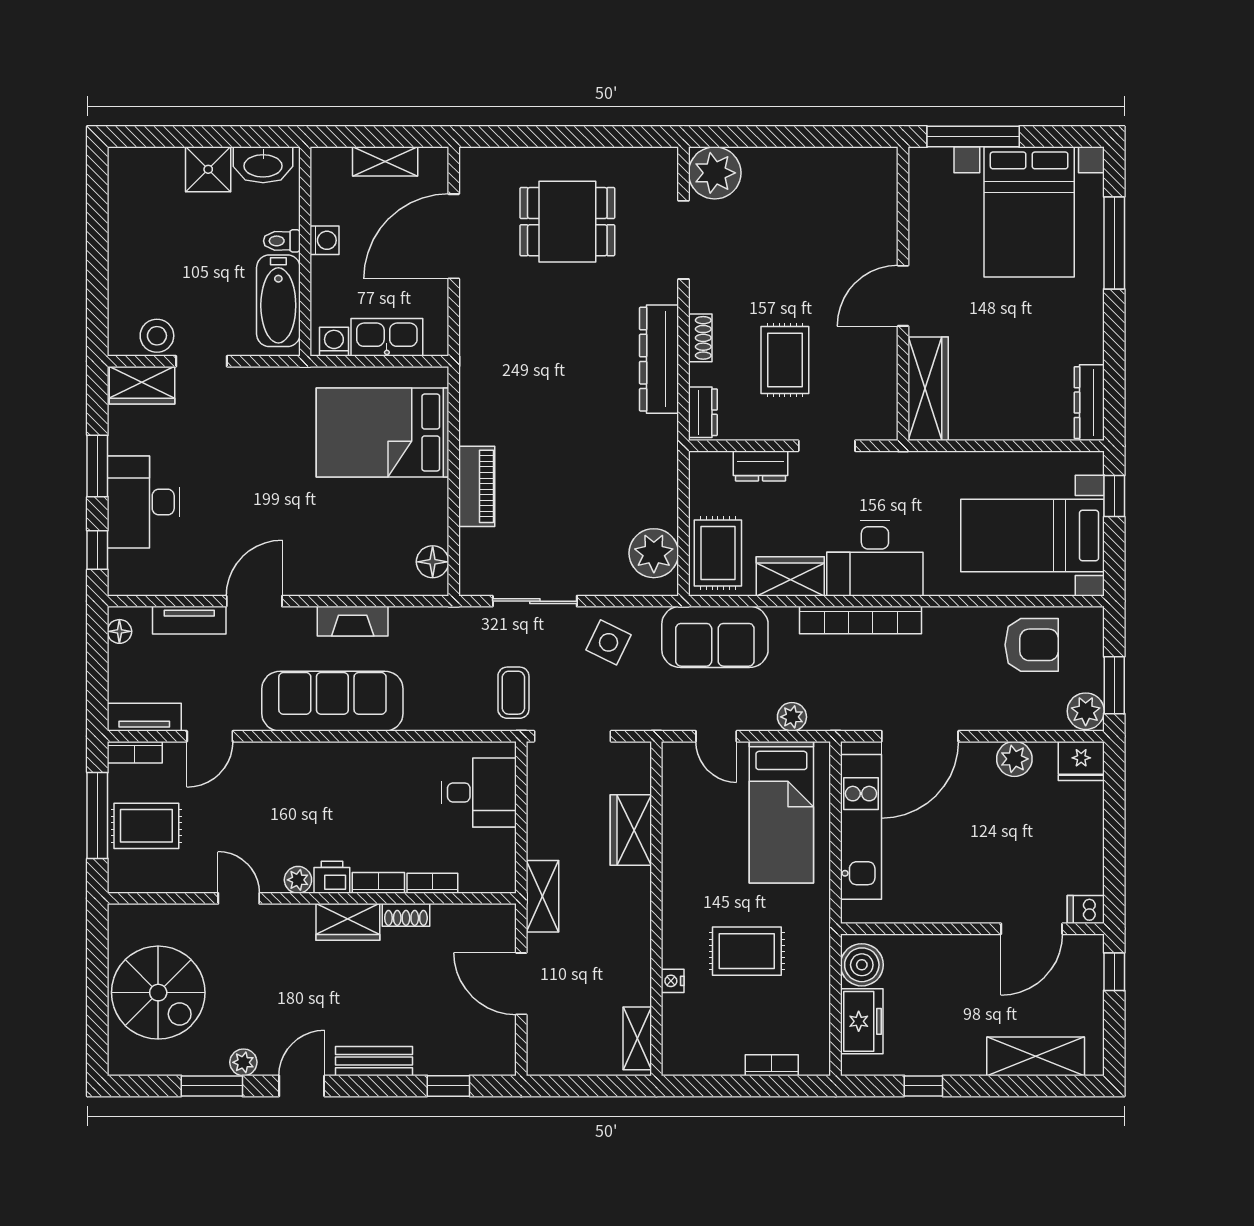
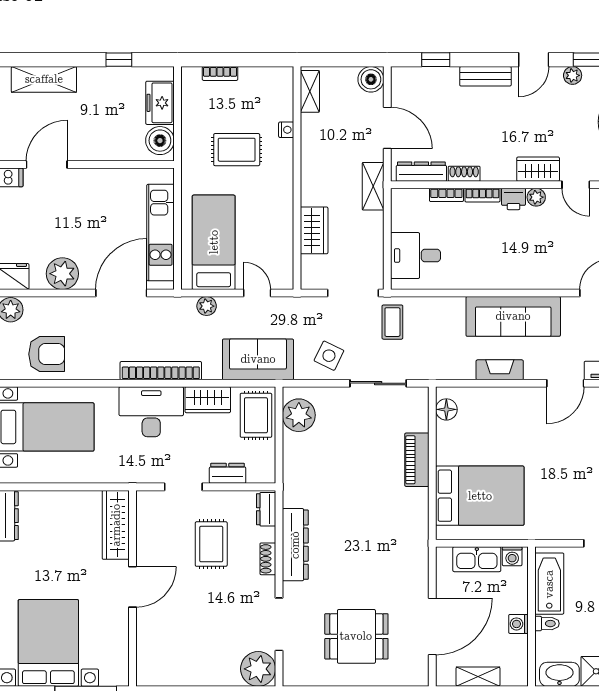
armchair: (1032, 645) -> (47, 354), turned 180
plant: (1014, 759) -> (62, 274), width x1.36, depth x1.36
dresser: (470, 918) -> (421, 172), added
wardrobe: (348, 922) -> (538, 169), moved
boiler: (546, 1057) -> (371, 79), added

